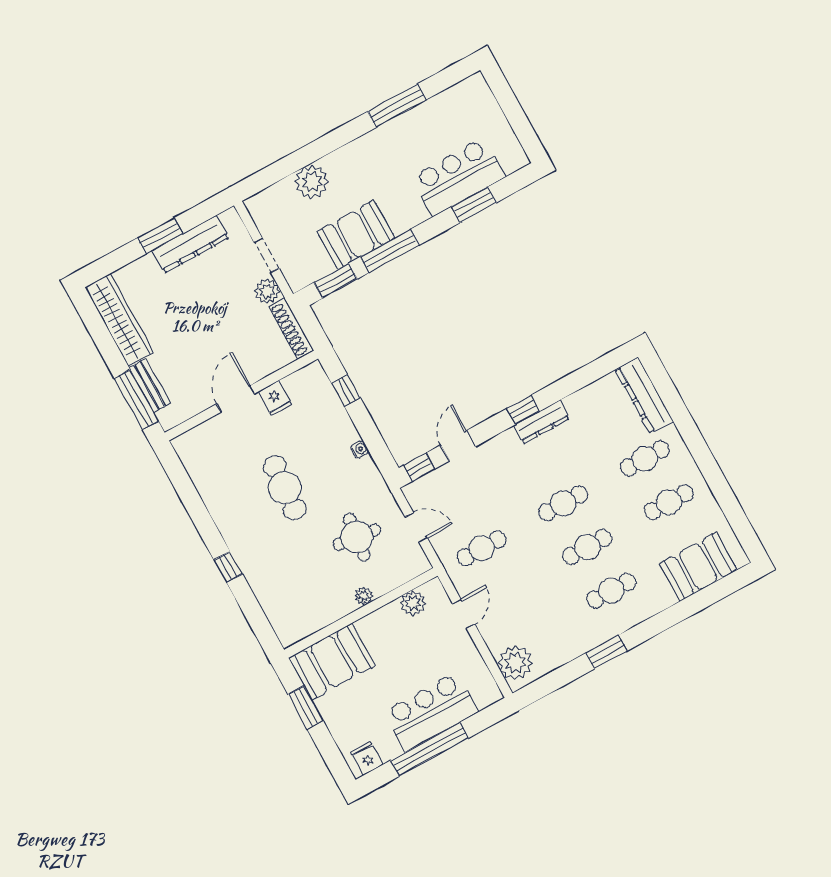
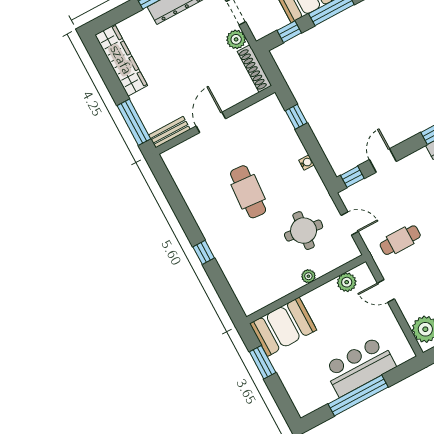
window: (336, 281) -> (289, 32), width x0.67
bench: (150, 385) -> (169, 132), moved, turned 90
fridge: (275, 398) -> (241, 122), removed
door: (464, 614) -> (386, 291), swing flipped
fridge: (367, 758) -> (310, 402), removed

